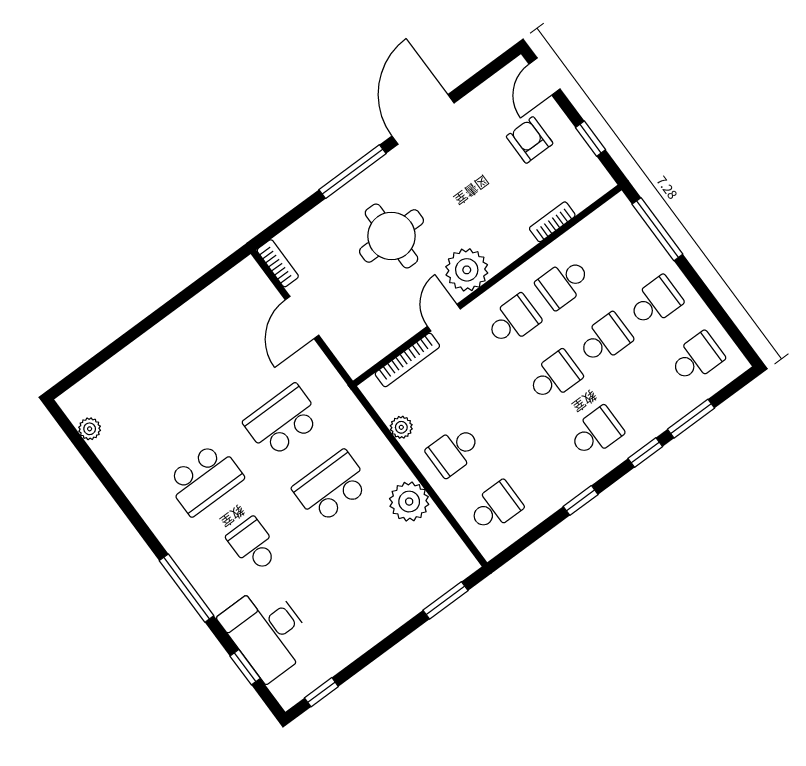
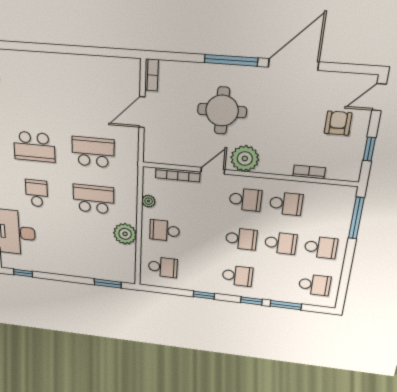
school desk: (563, 283) -> (286, 204), turned 180

